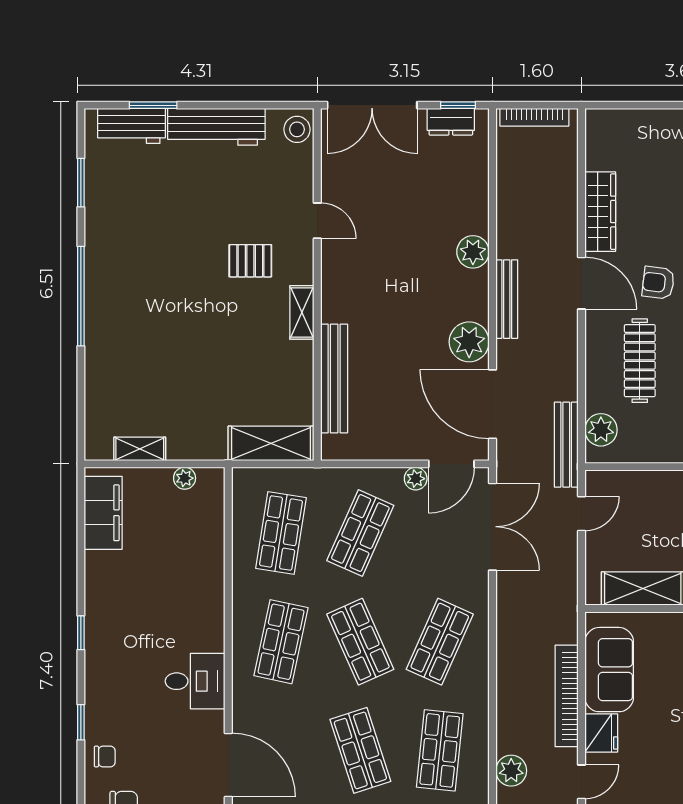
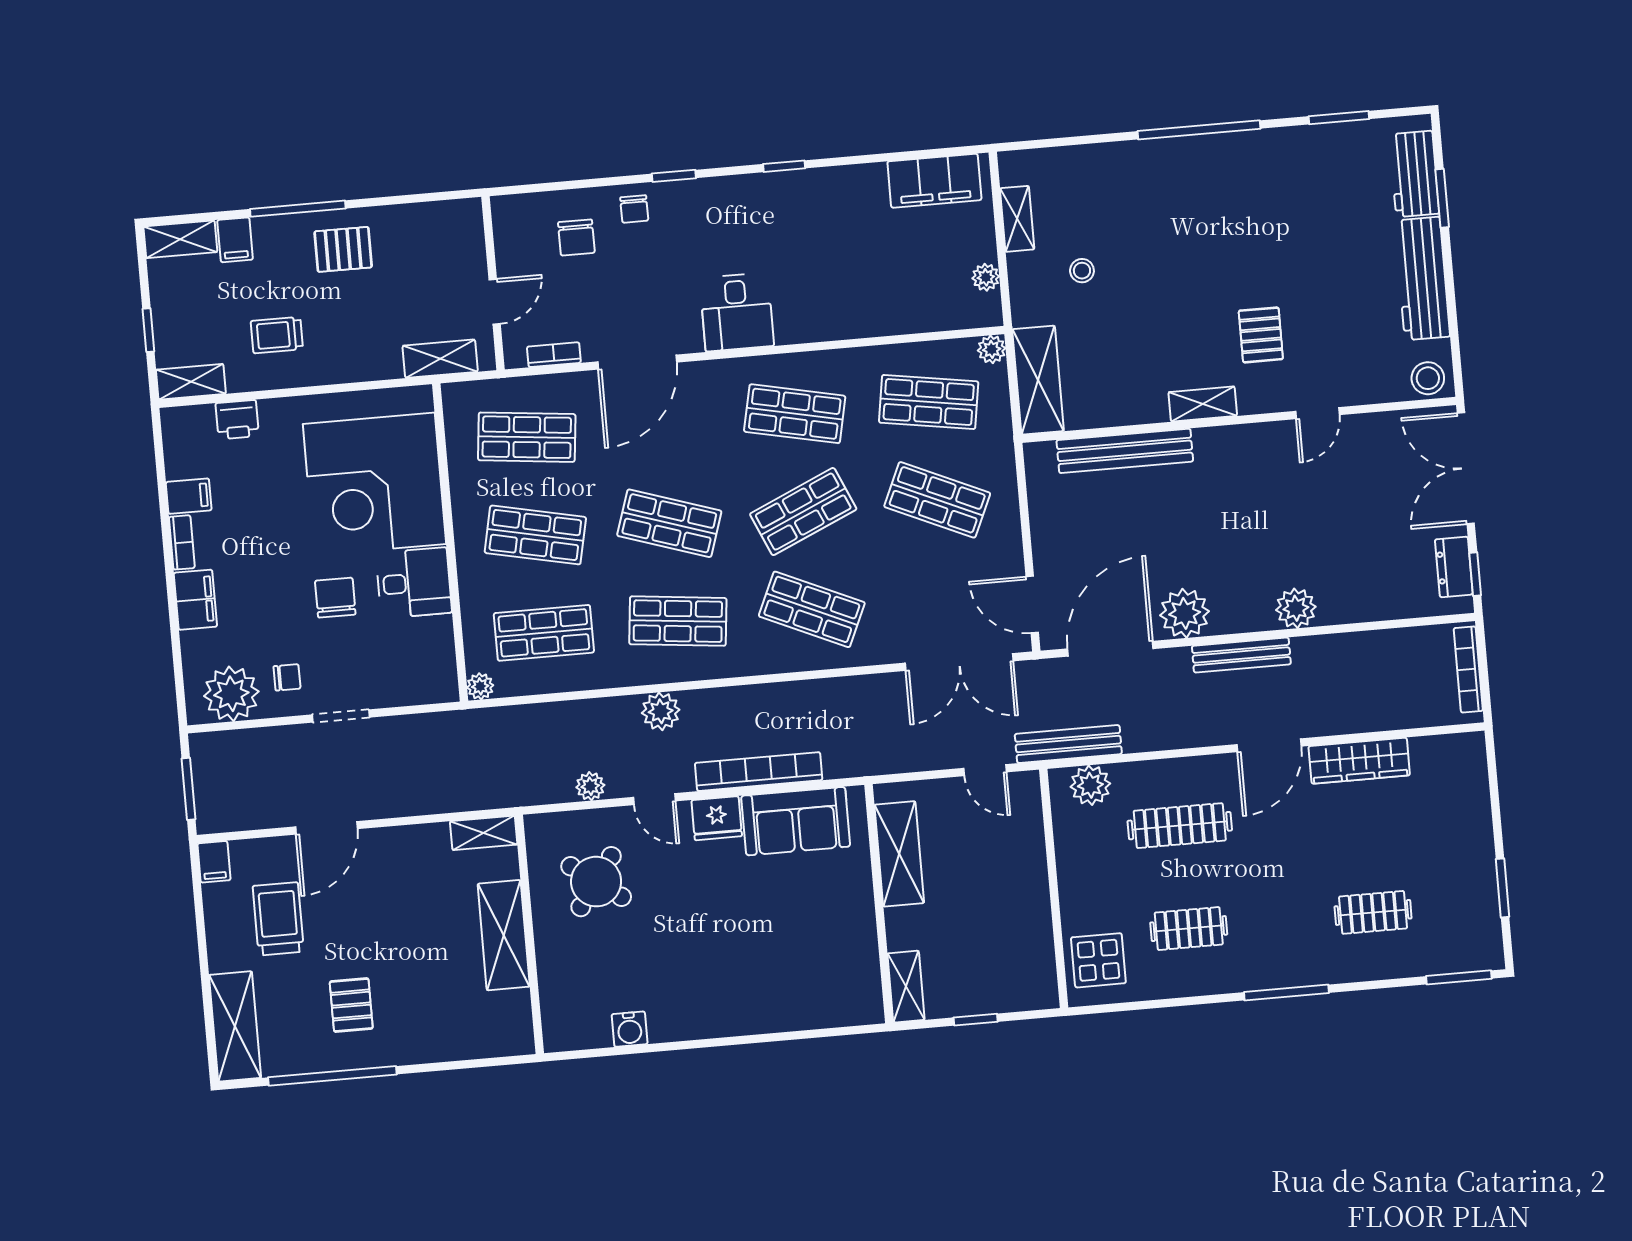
armchair: (658, 283) -> (1278, 840), removed
stool: (186, 400) -> (1082, 271), added
plant: (416, 479) -> (992, 349), moved
shop shelf: (360, 750) -> (669, 523), turned 36

